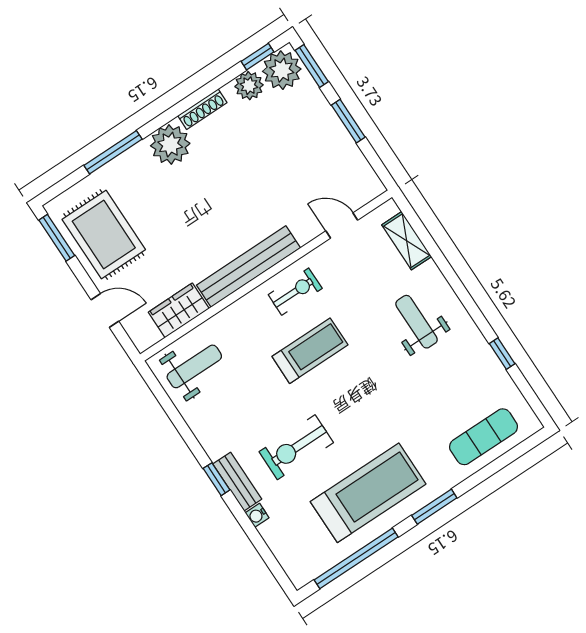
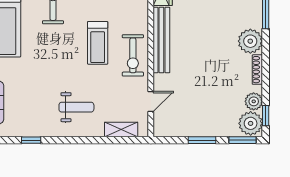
exercise bike: (295, 292) -> (133, 55), width x1.38, depth x1.39

